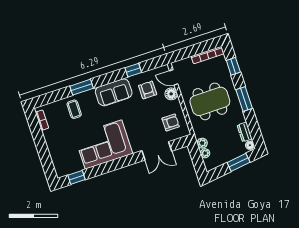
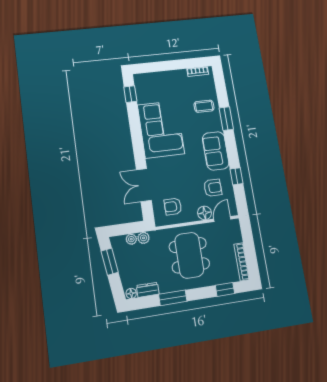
window: (244, 99) -> (173, 298), moved
armchair: (171, 122) -> (173, 206), turned 90
window: (239, 162) -> (110, 262), moved

